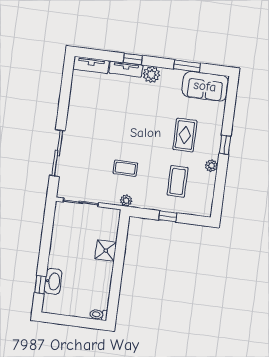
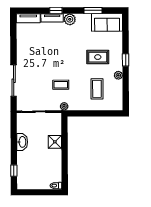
rug: (185, 135) -> (98, 57), turned 90
window: (168, 216) -> (93, 113), removed
washbasin: (53, 281) -> (22, 142), moved

